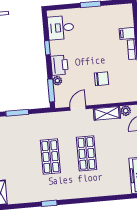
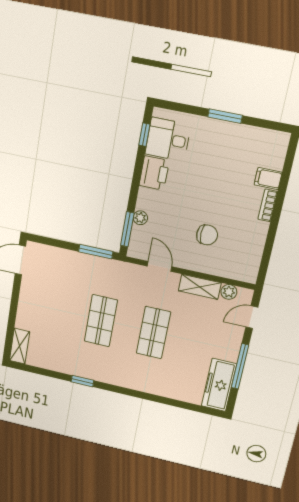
window: (47, 48) -> (144, 135), moved
printer: (59, 65) -> (154, 173), moved
door: (78, 108) -> (159, 266), hinge flipped
window: (17, 113) -> (96, 252), moved

